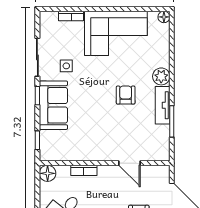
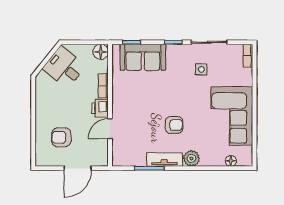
bookcase: (71, 16) -> (248, 56), moved
floor lamp: (164, 17) -> (231, 161), moved
sofa: (53, 105) -> (143, 57), moved
printer: (108, 174) -> (100, 108), added

